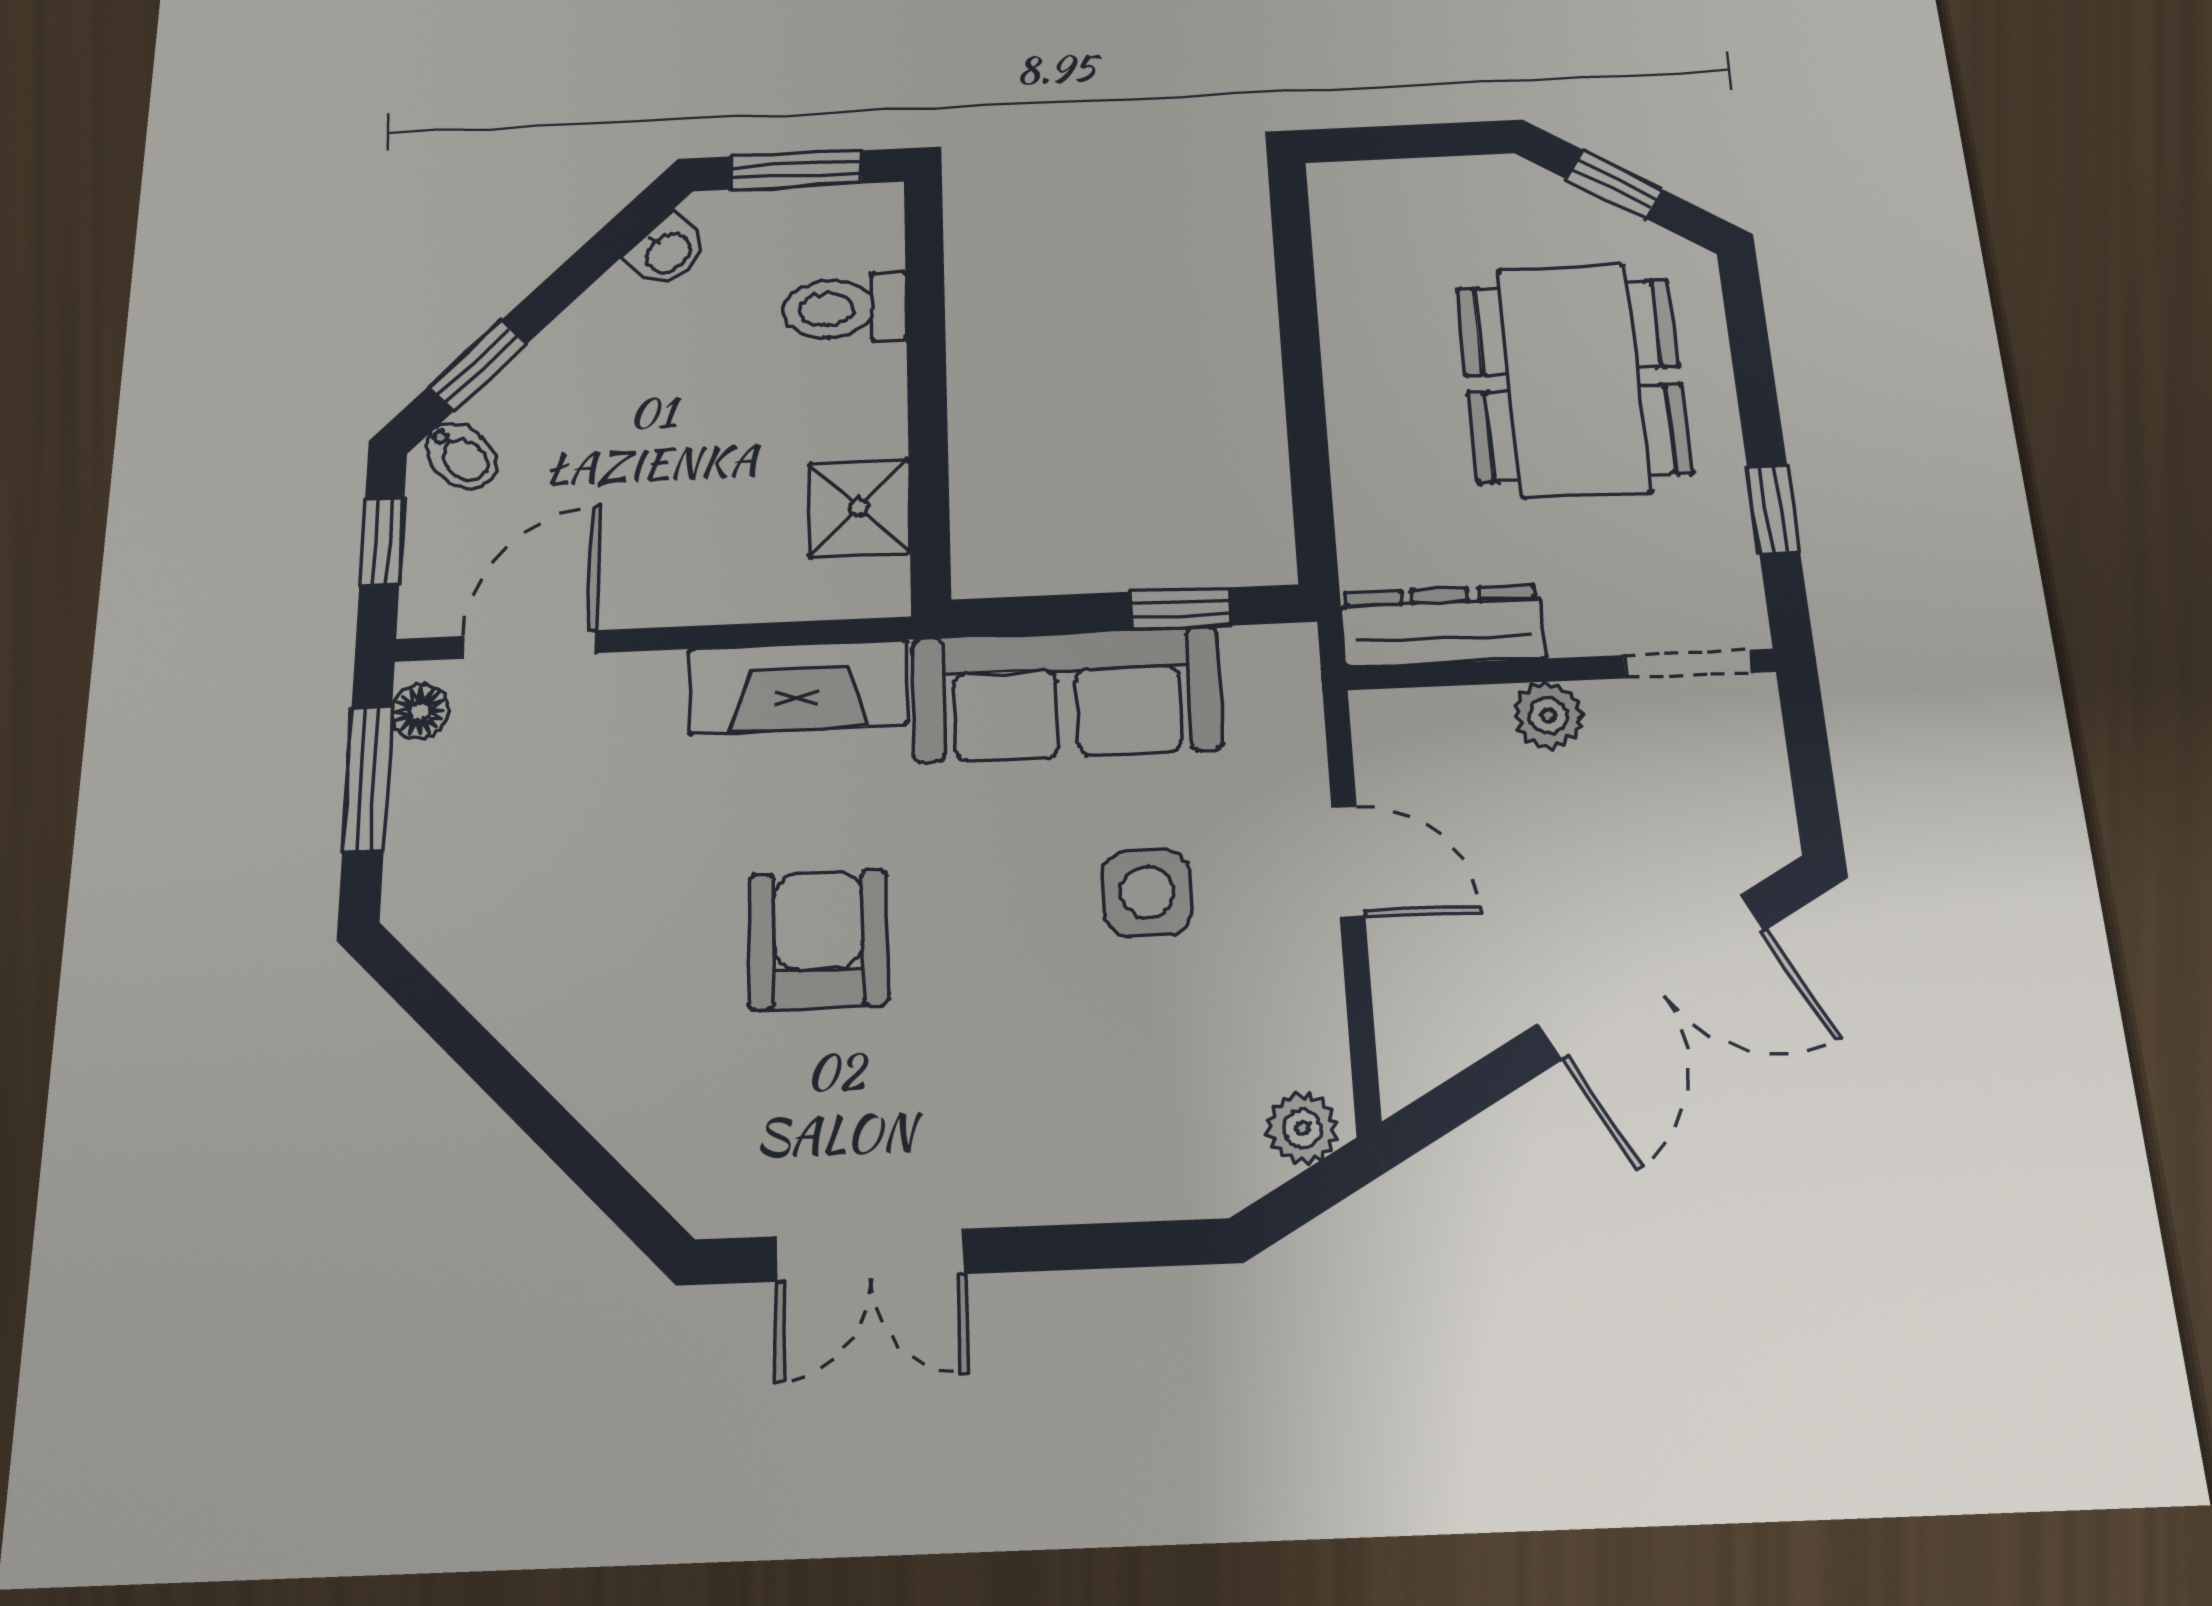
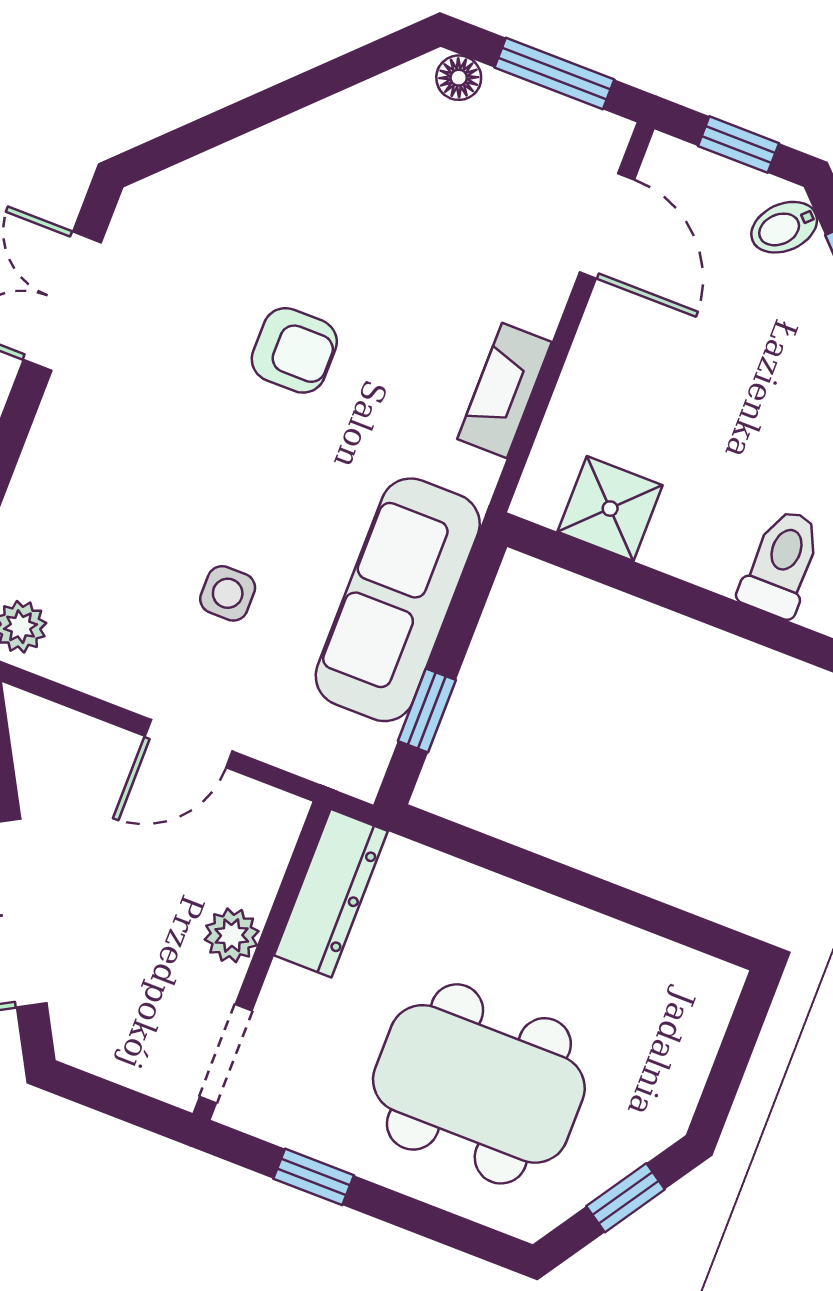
fireplace: (798, 687) -> (505, 390), width x0.73, depth x0.76
floor lamp: (420, 711) -> (459, 78), moved
side table: (1147, 893) -> (228, 593), width x0.73, depth x0.73
armchair: (818, 939) -> (294, 350), width x0.72, depth x0.72

